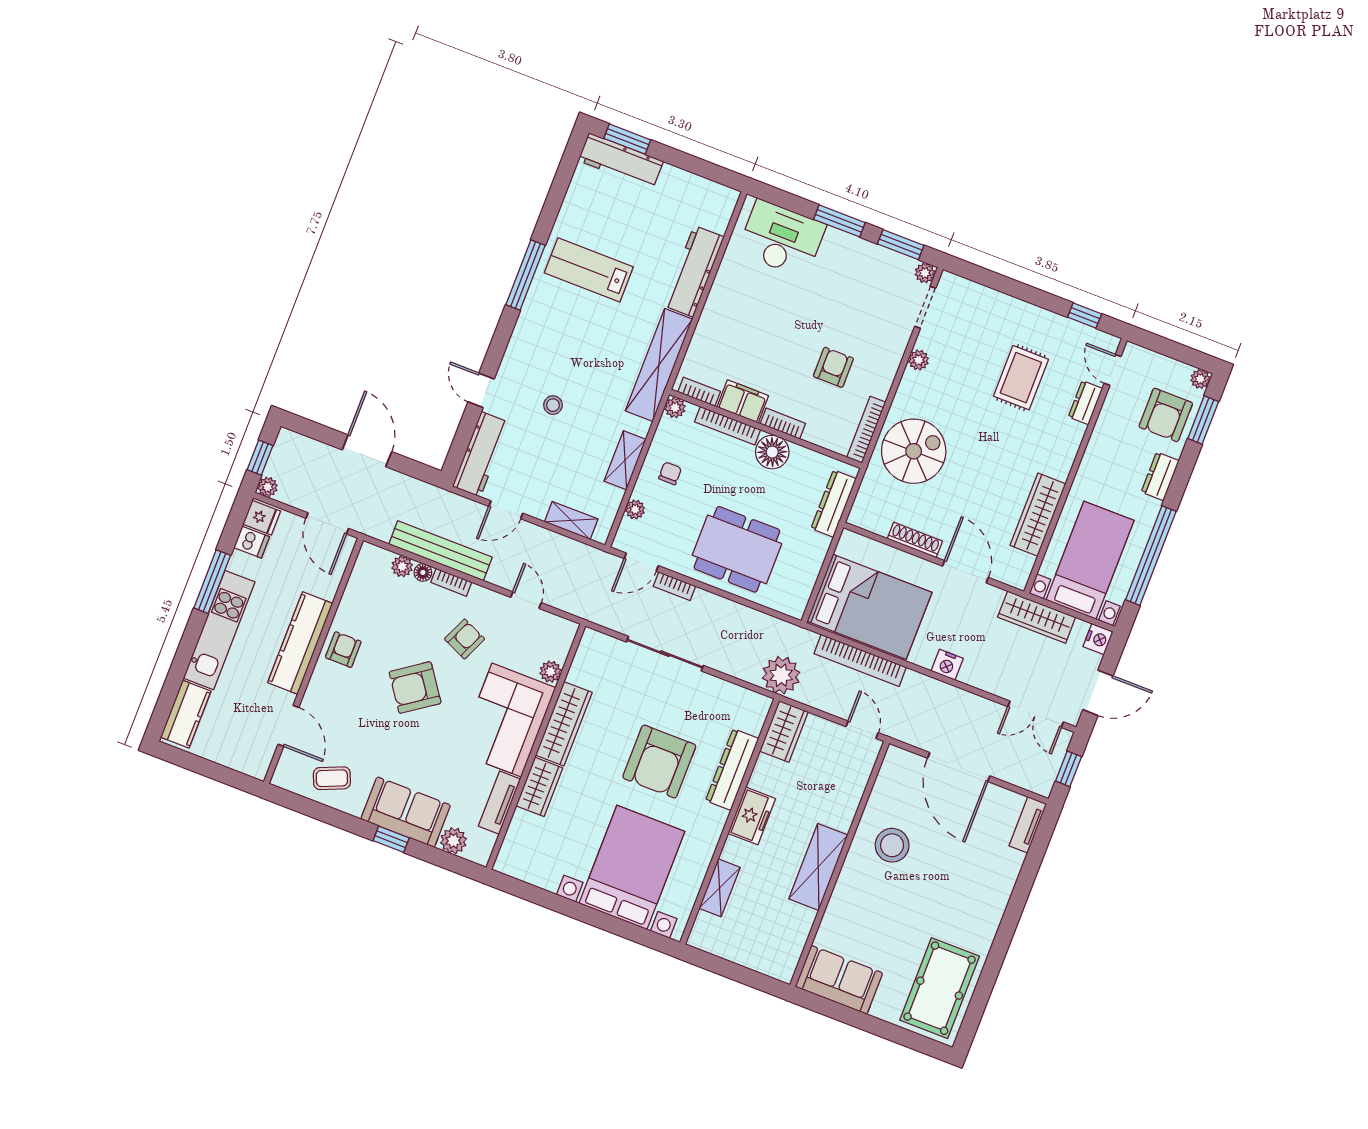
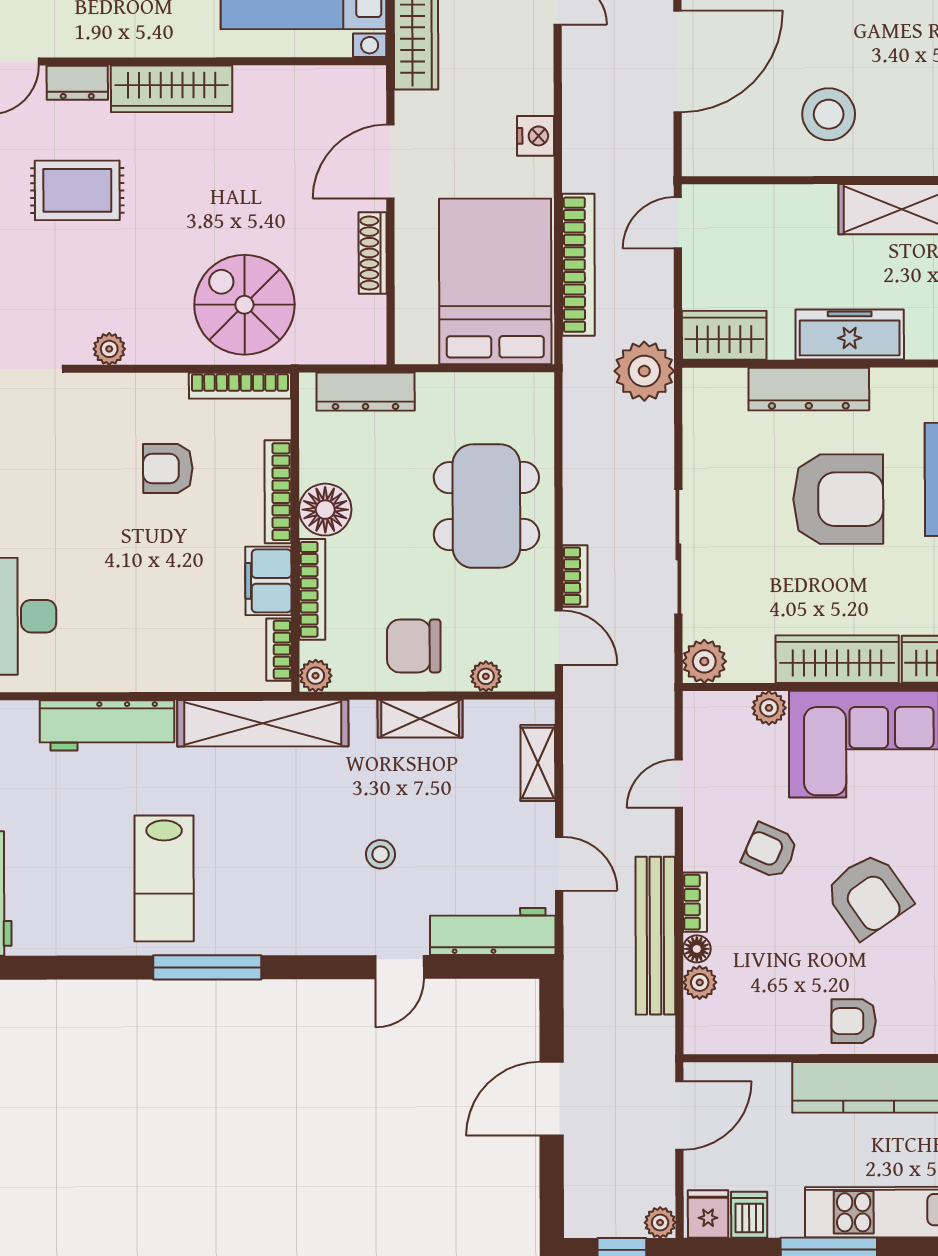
bookcase: (783, 424) -> (278, 492), width x1.56
chair: (670, 473) -> (414, 646), width x1.87, depth x1.87
wardrobe: (1038, 515) -> (172, 89), moved
plant: (593, 644) -> (704, 661), added
freezer: (752, 816) -> (850, 334), width x1.40

